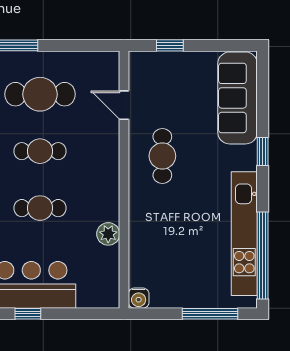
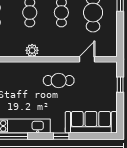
plant: (108, 234) -> (32, 50), moved

